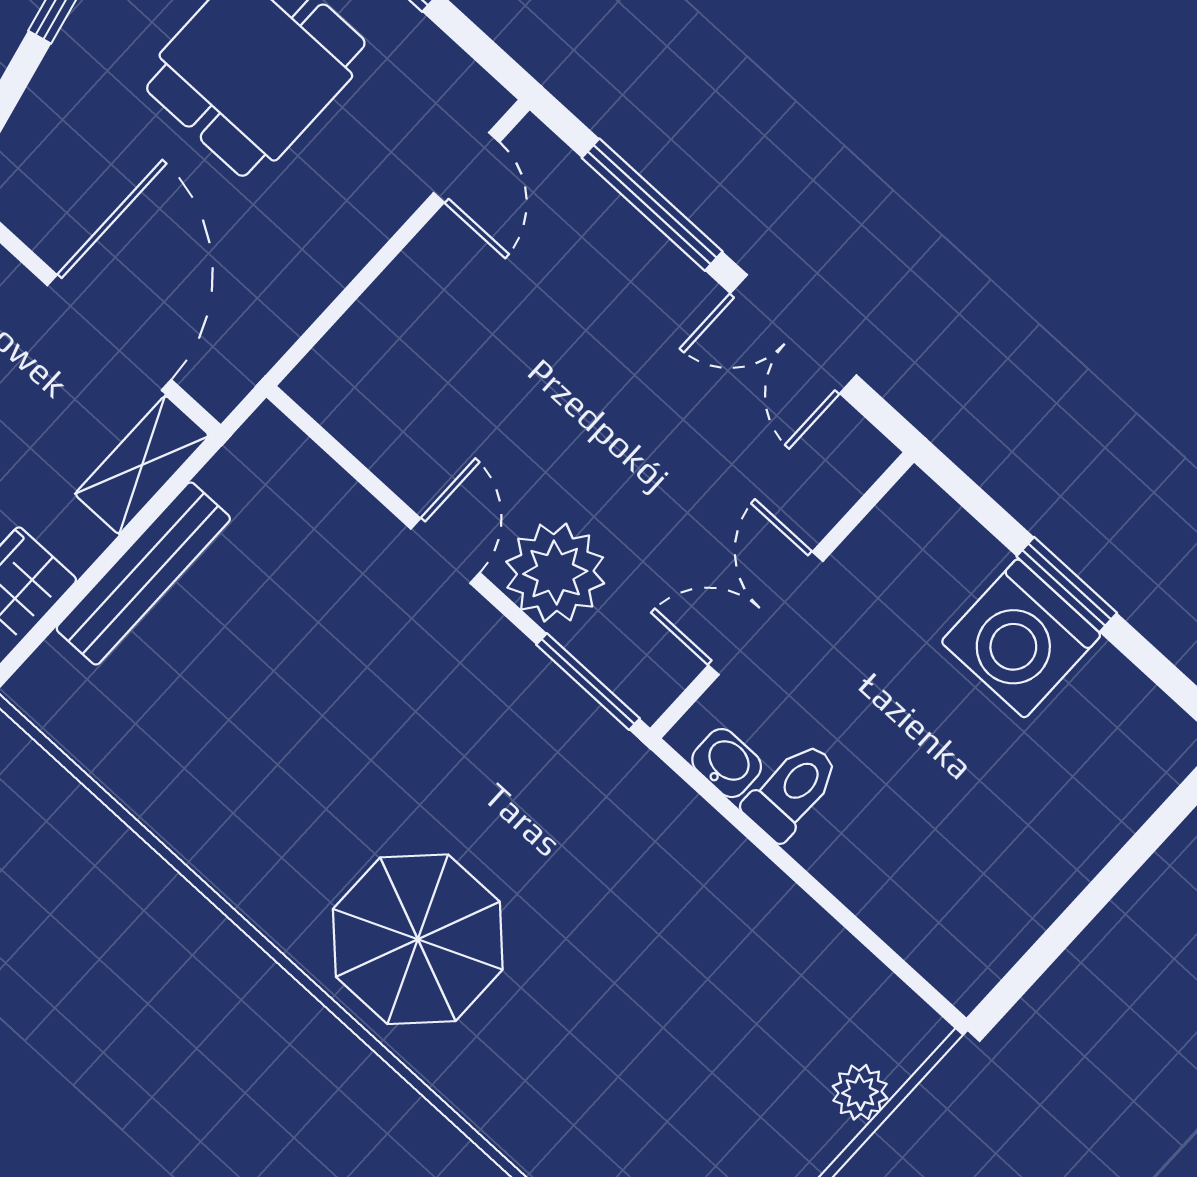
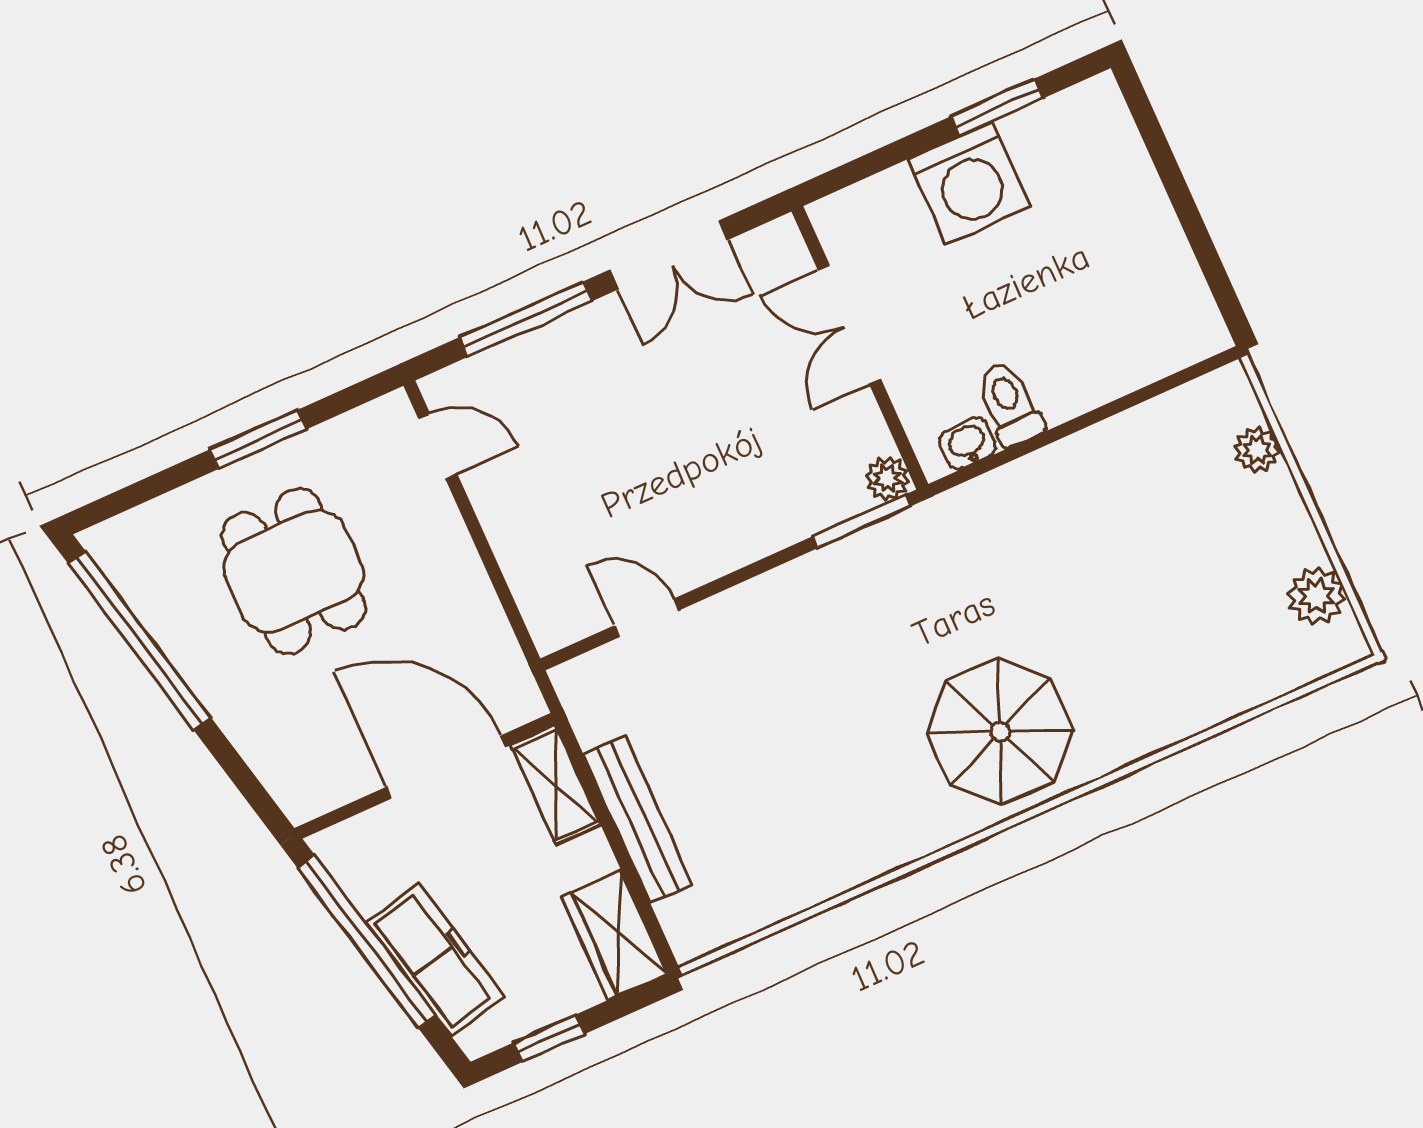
door: (445, 551) -> (646, 618), moved
plant: (555, 573) -> (888, 478), moved, width x0.53, depth x0.53
window: (1067, 585) -> (997, 107), moved
double door: (766, 613) -> (849, 325), moved

